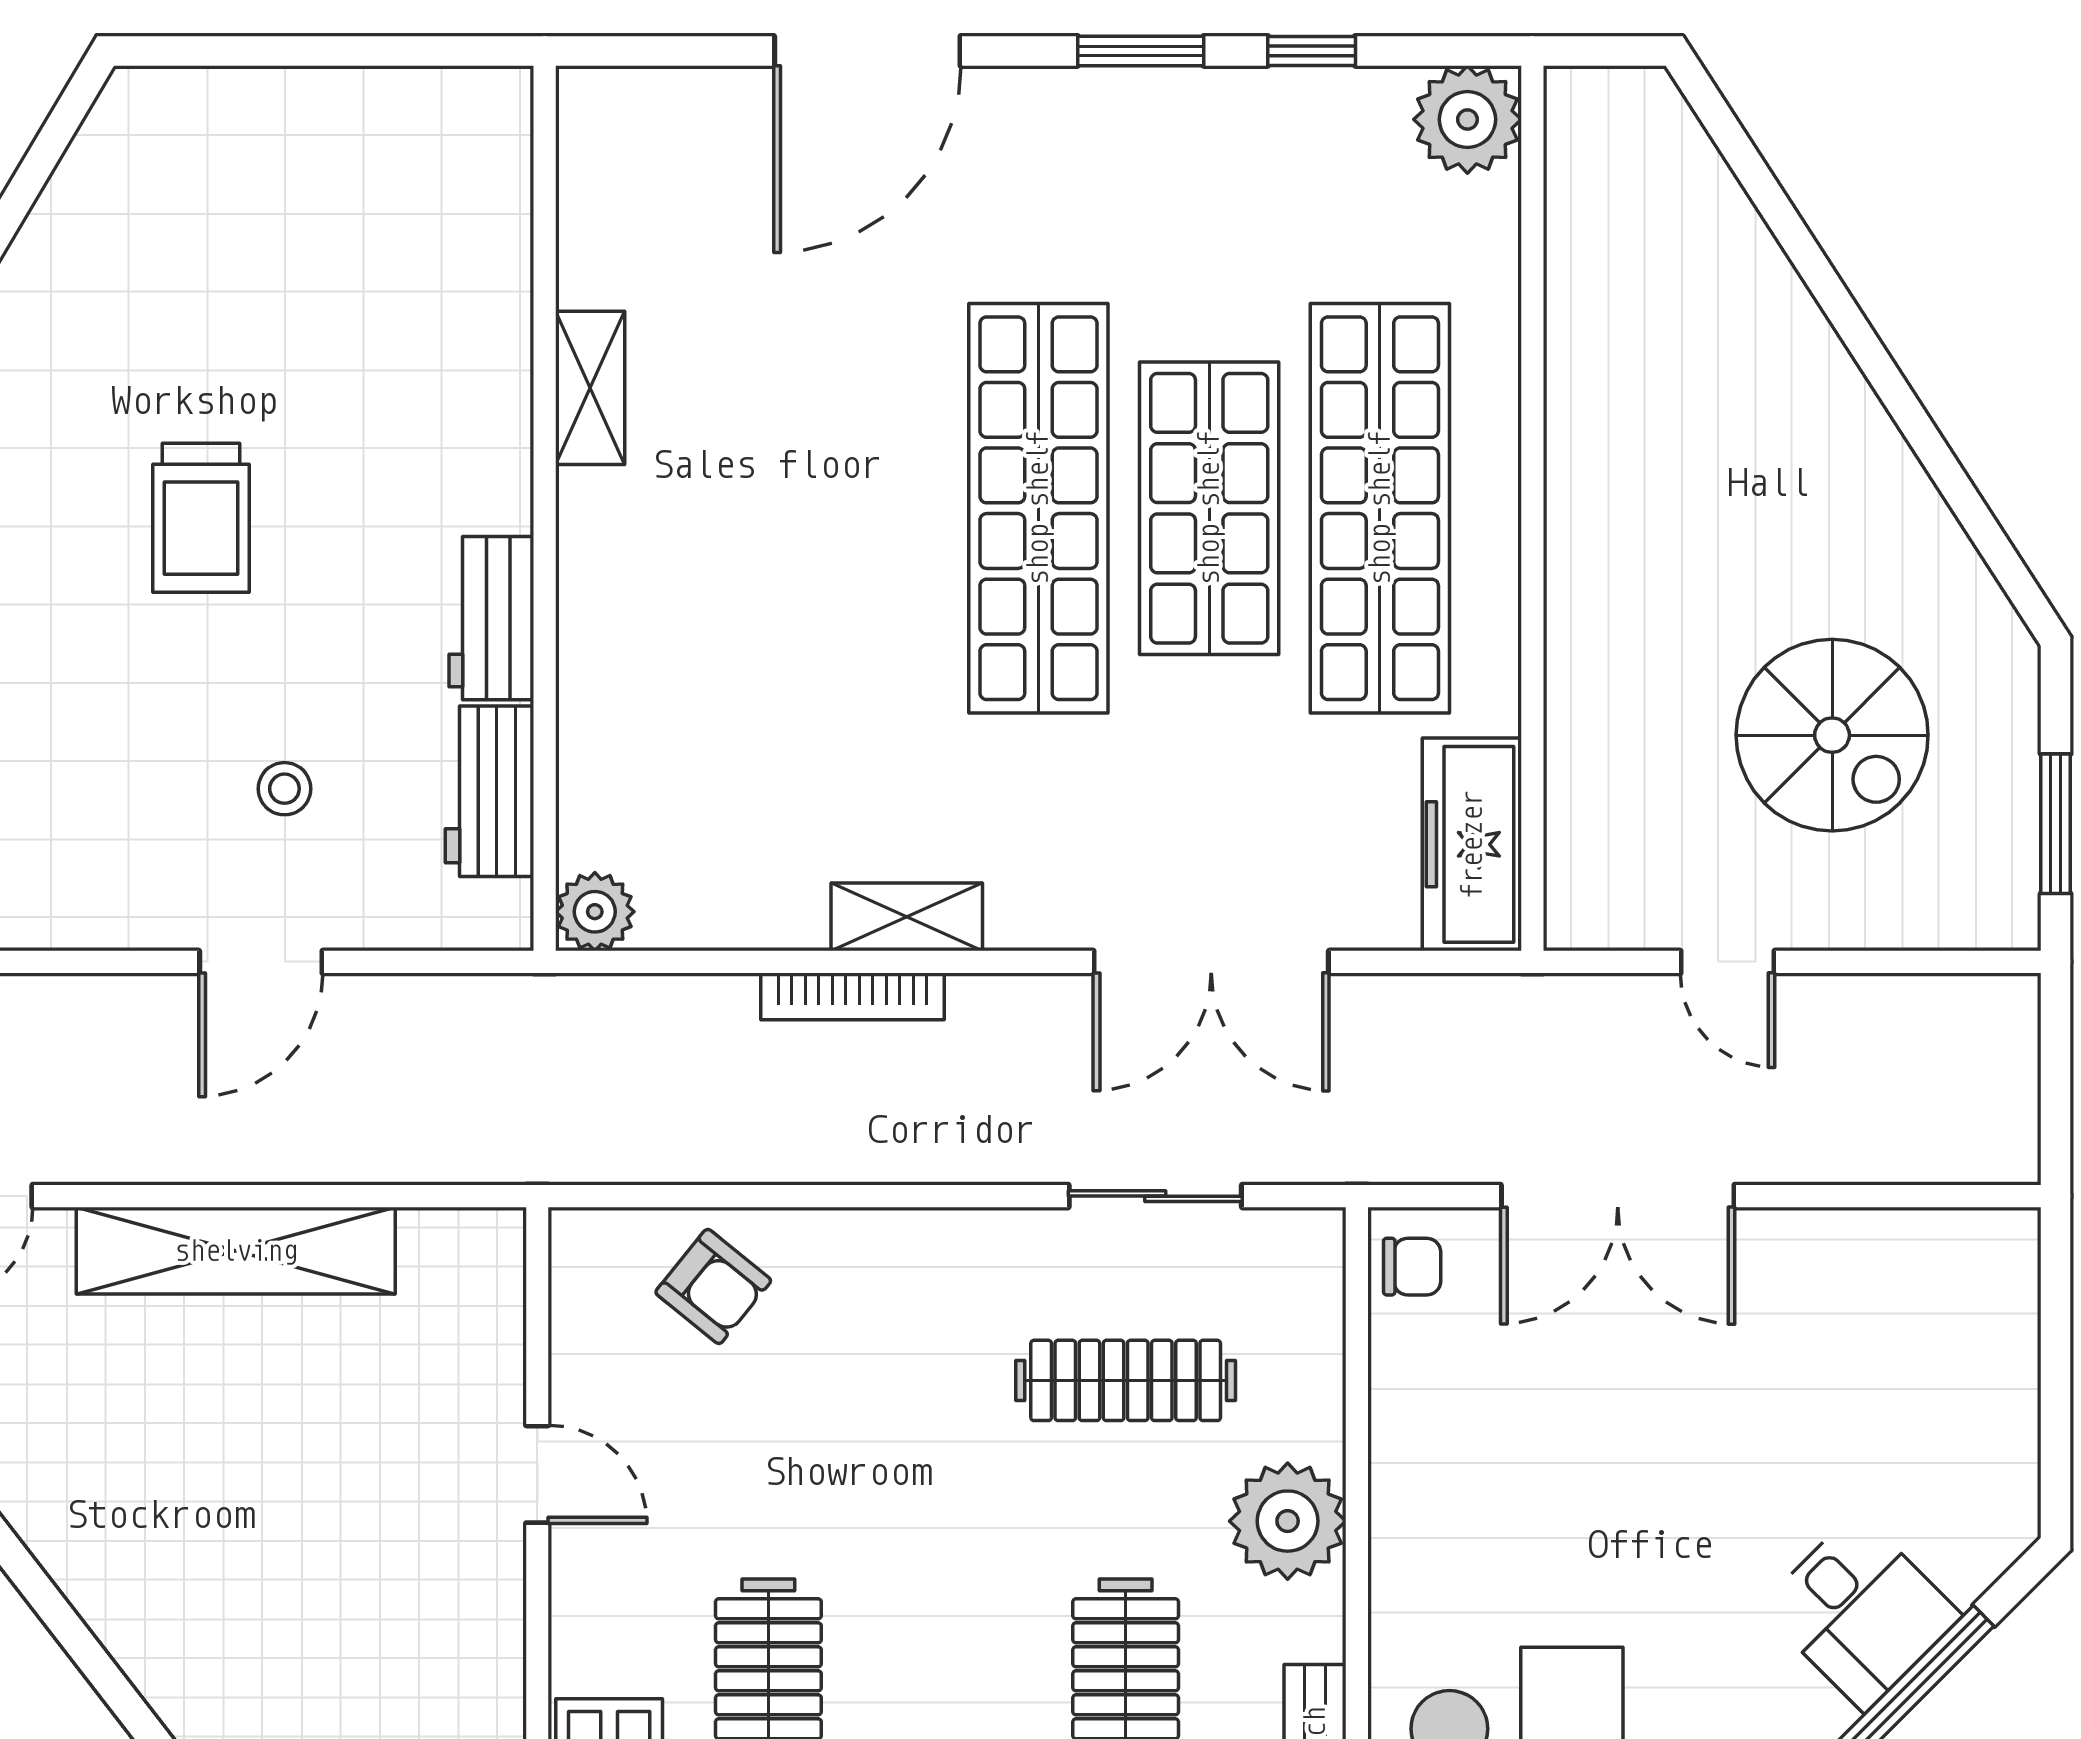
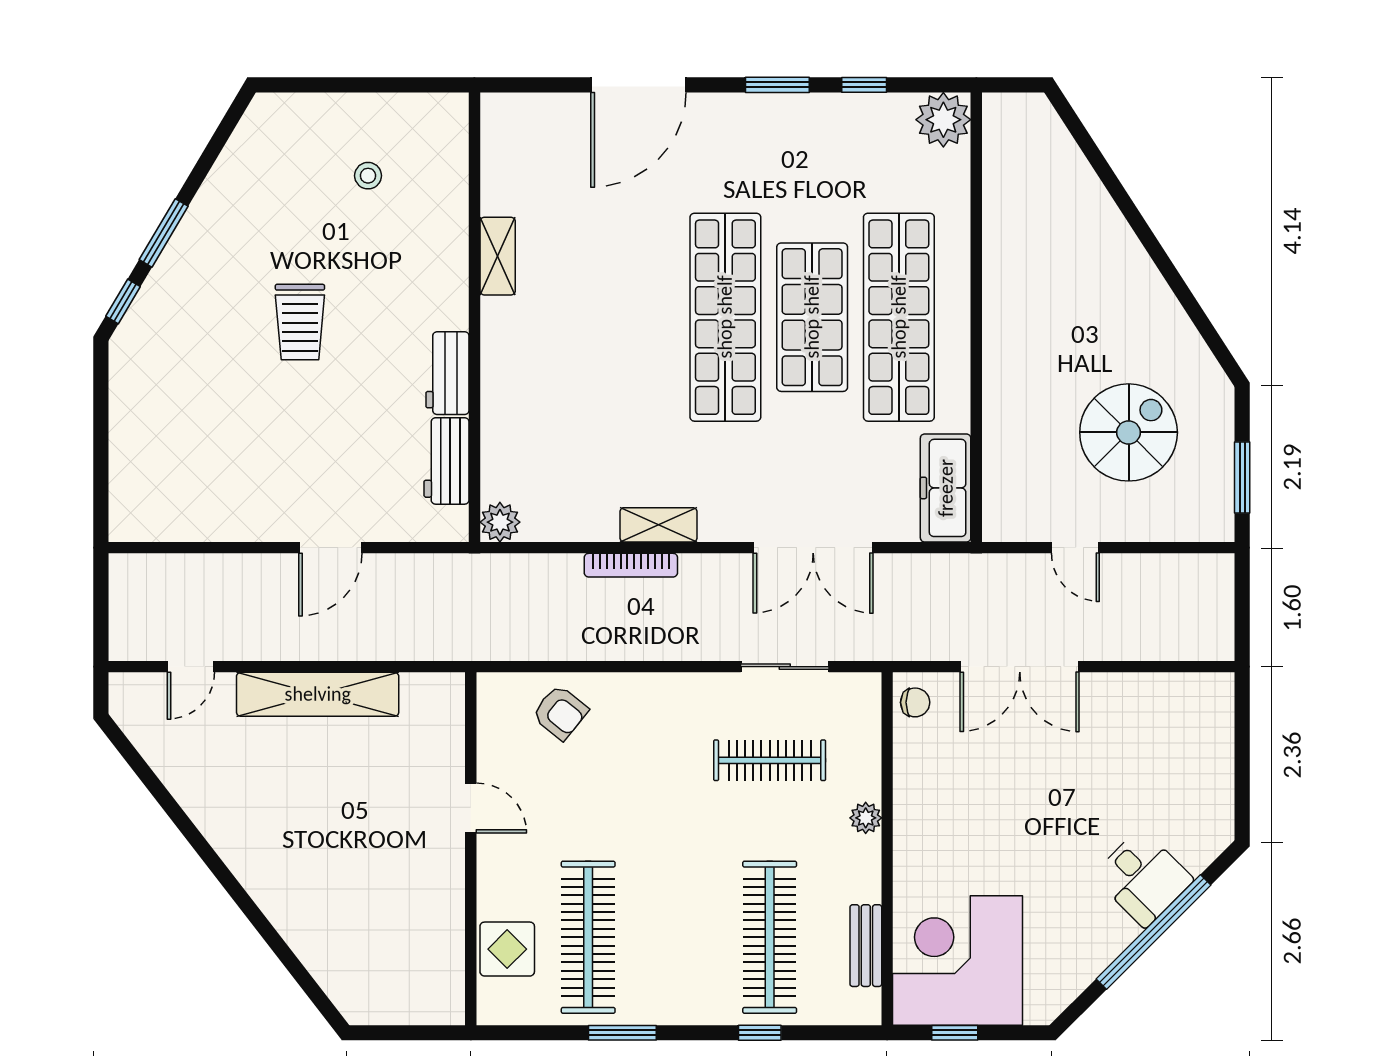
spiral stairs: (1832, 735) -> (1129, 432), turned -90
stool: (284, 789) -> (368, 176), moved
plant: (1288, 1521) -> (866, 818), width x0.53, depth x0.53

